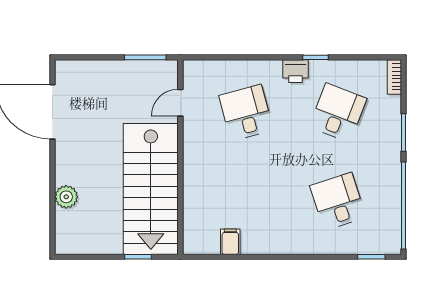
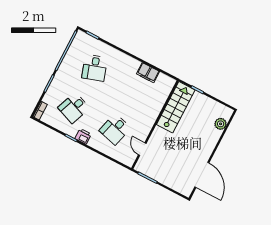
door: (180, 103) -> (142, 149), swing flipped
desk: (246, 113) -> (115, 129), turned 30
stairs: (151, 189) -> (176, 107), width x0.73, depth x0.66
plant: (66, 197) -> (221, 124), moved
filing cabinet: (230, 242) -> (148, 73), width x2.00

